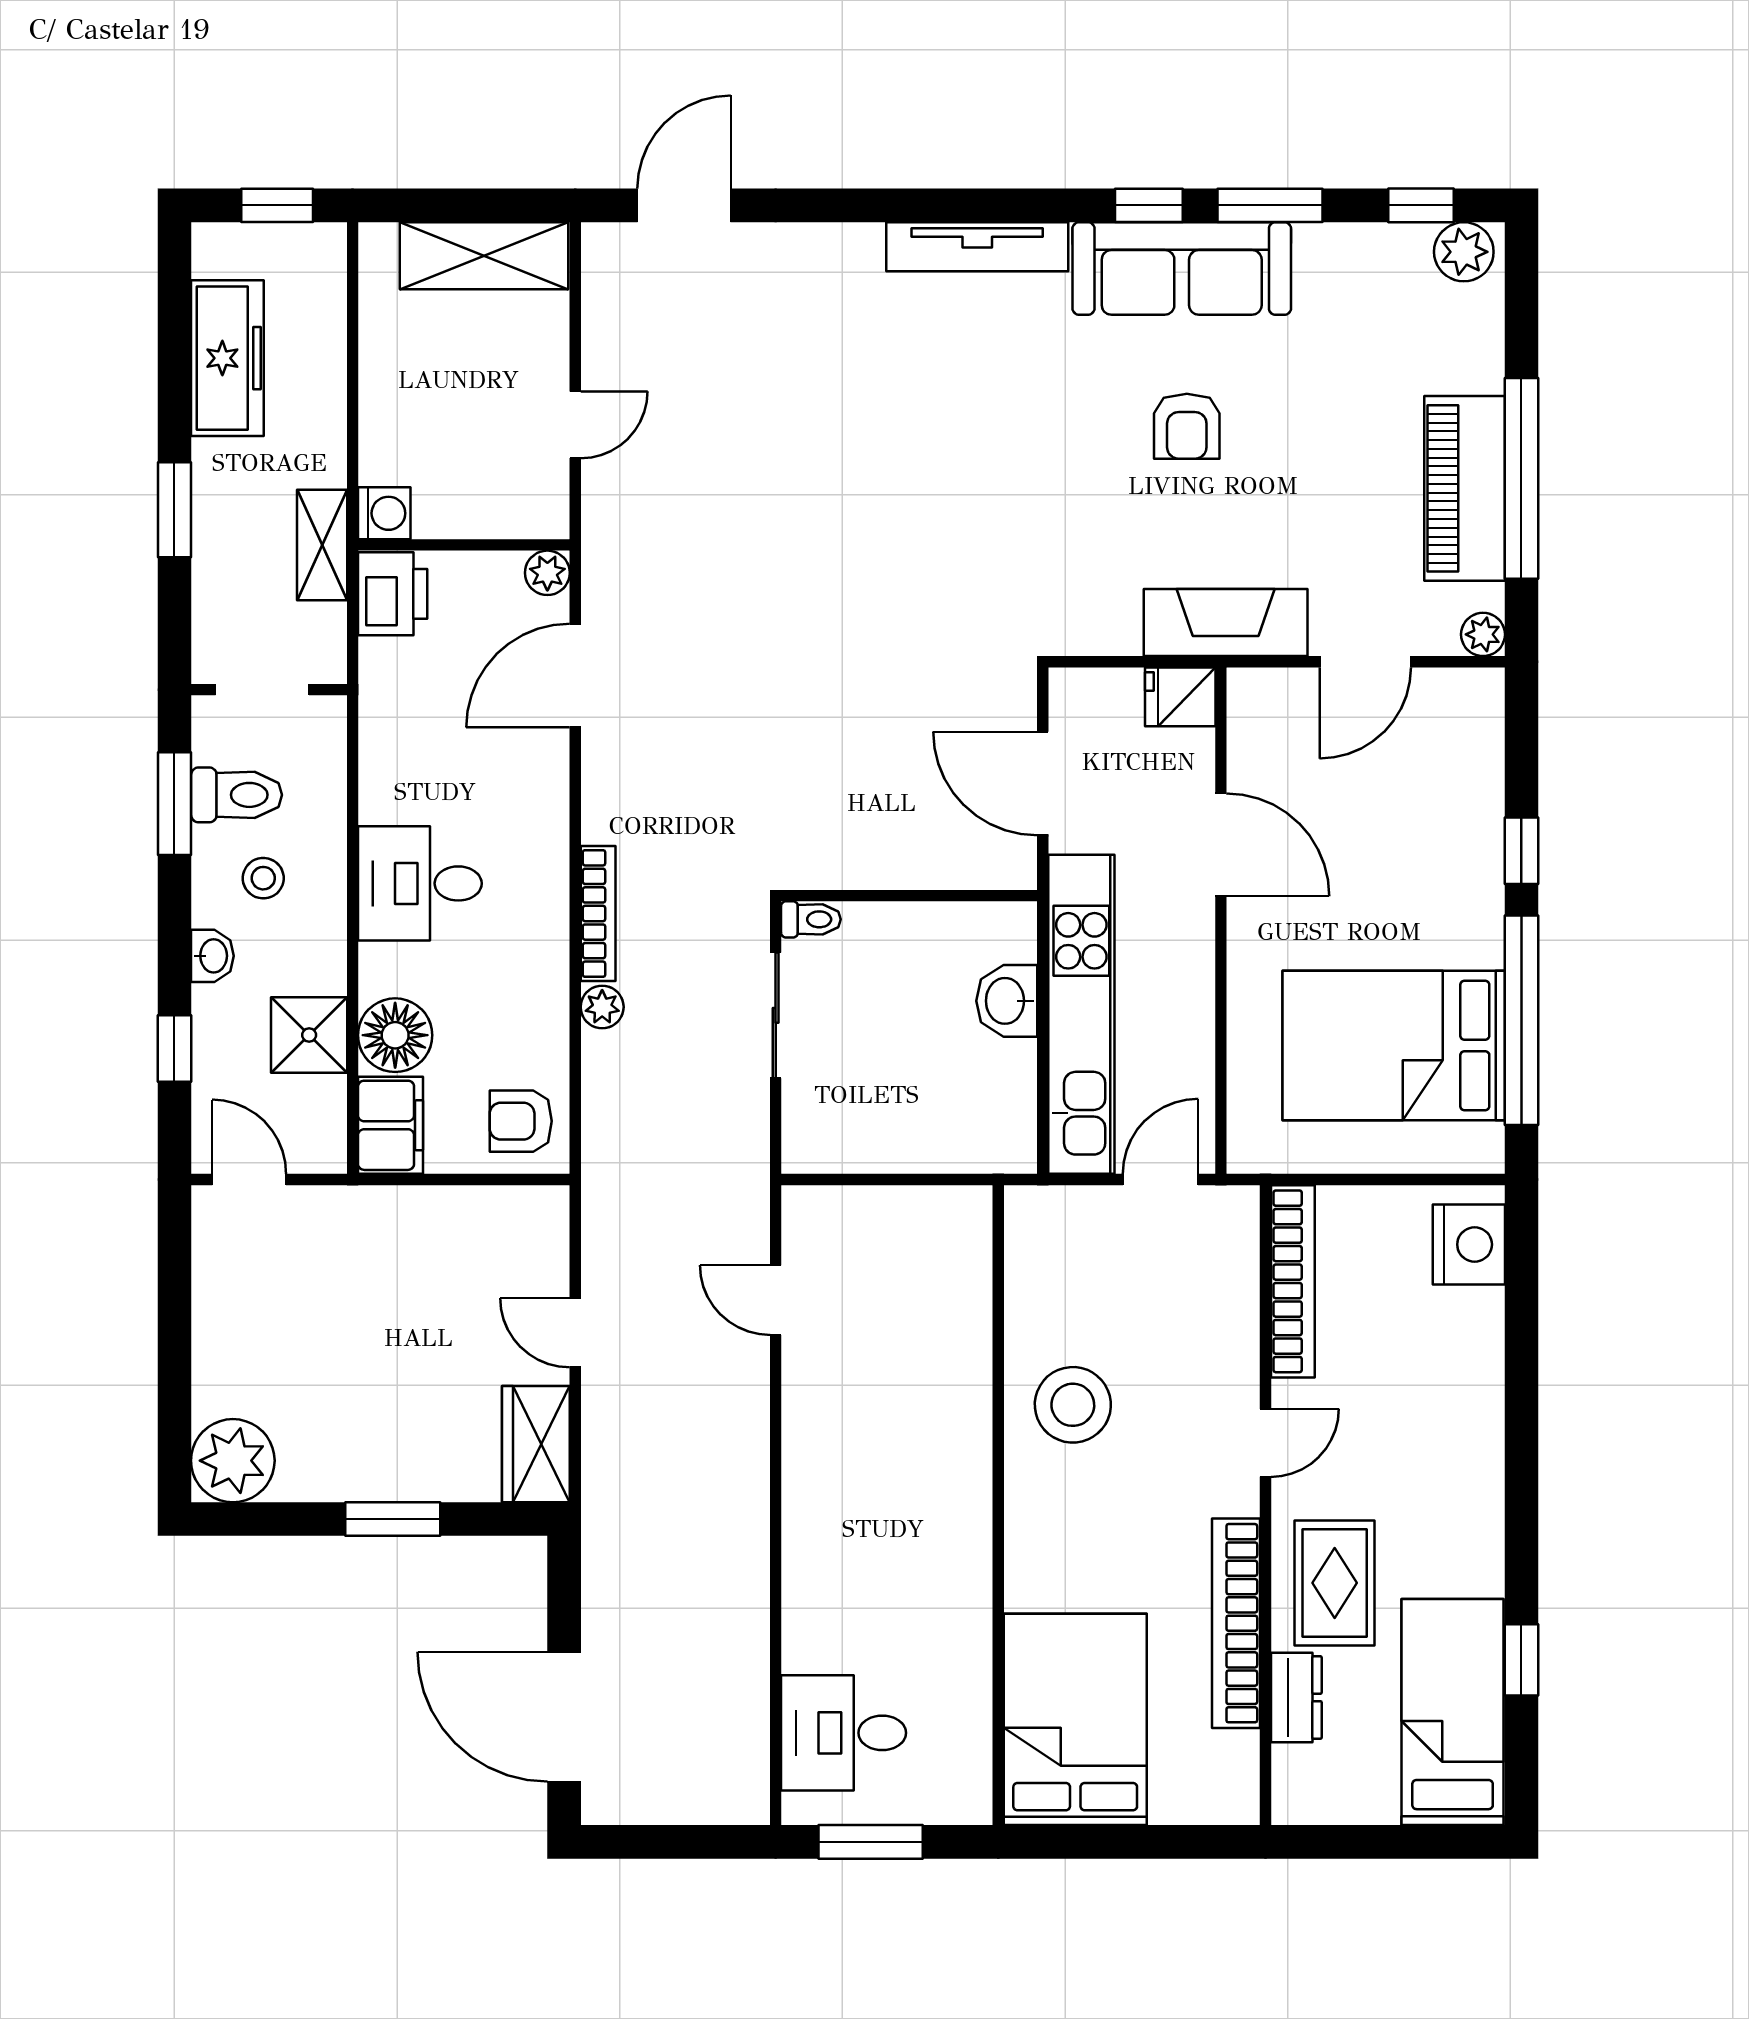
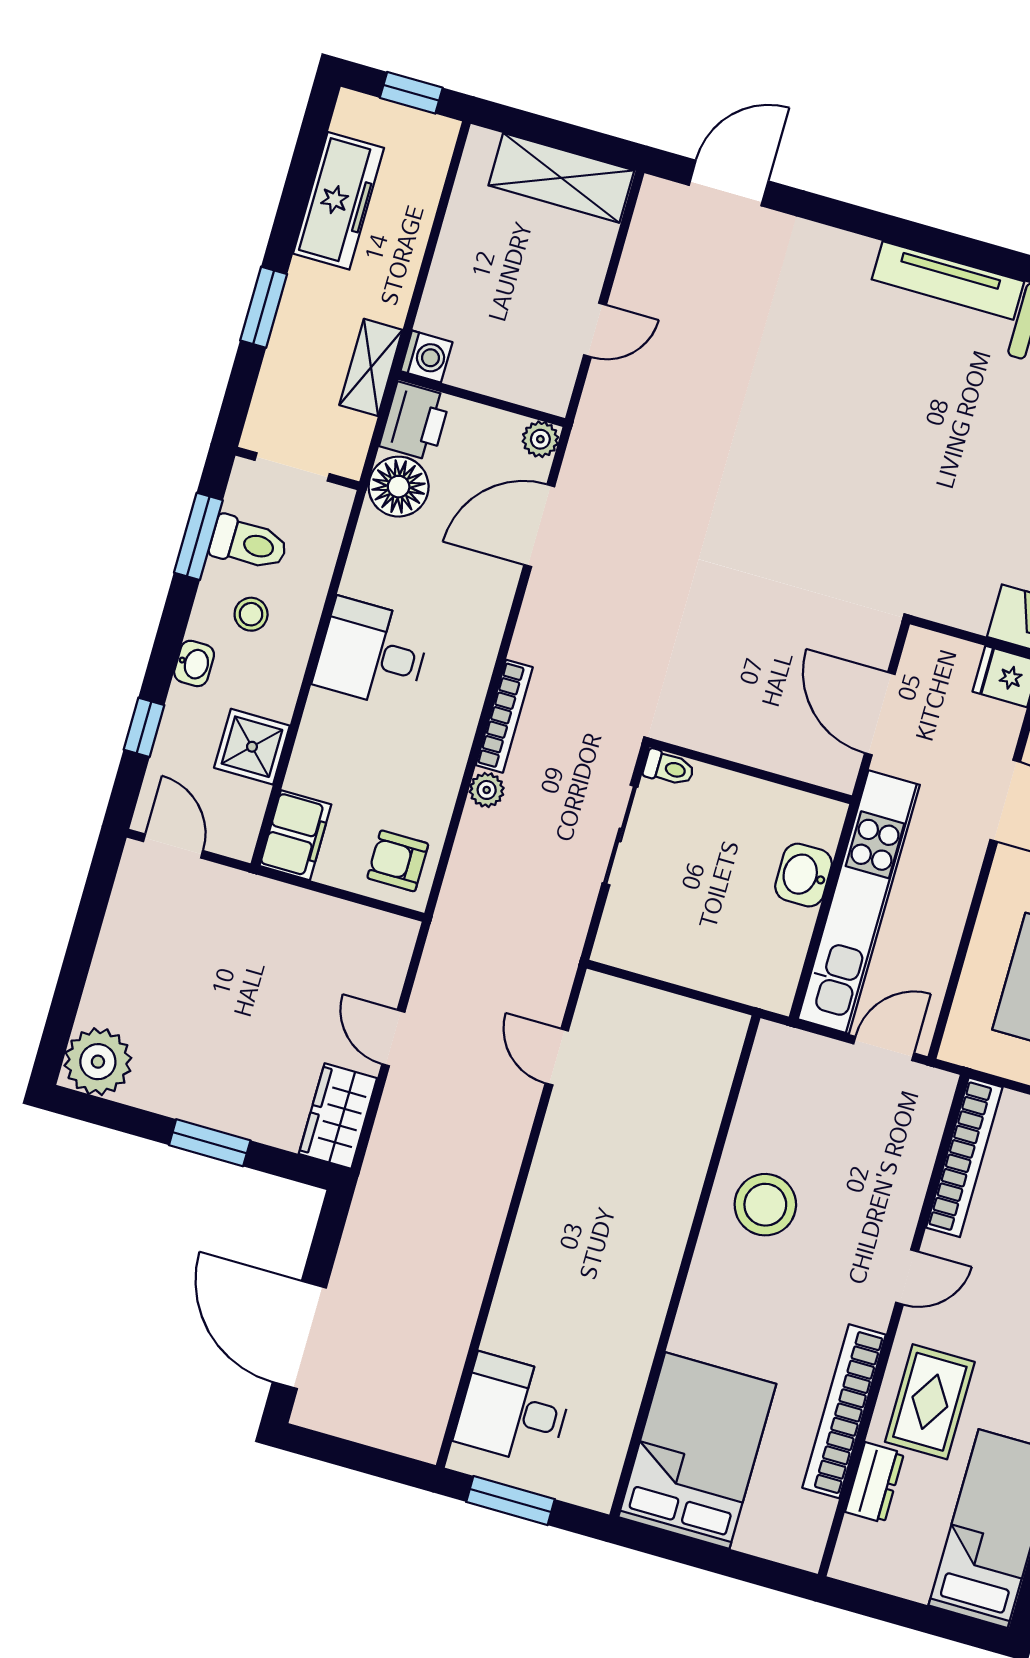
floor lamp: (395, 1035) -> (399, 487), moved

